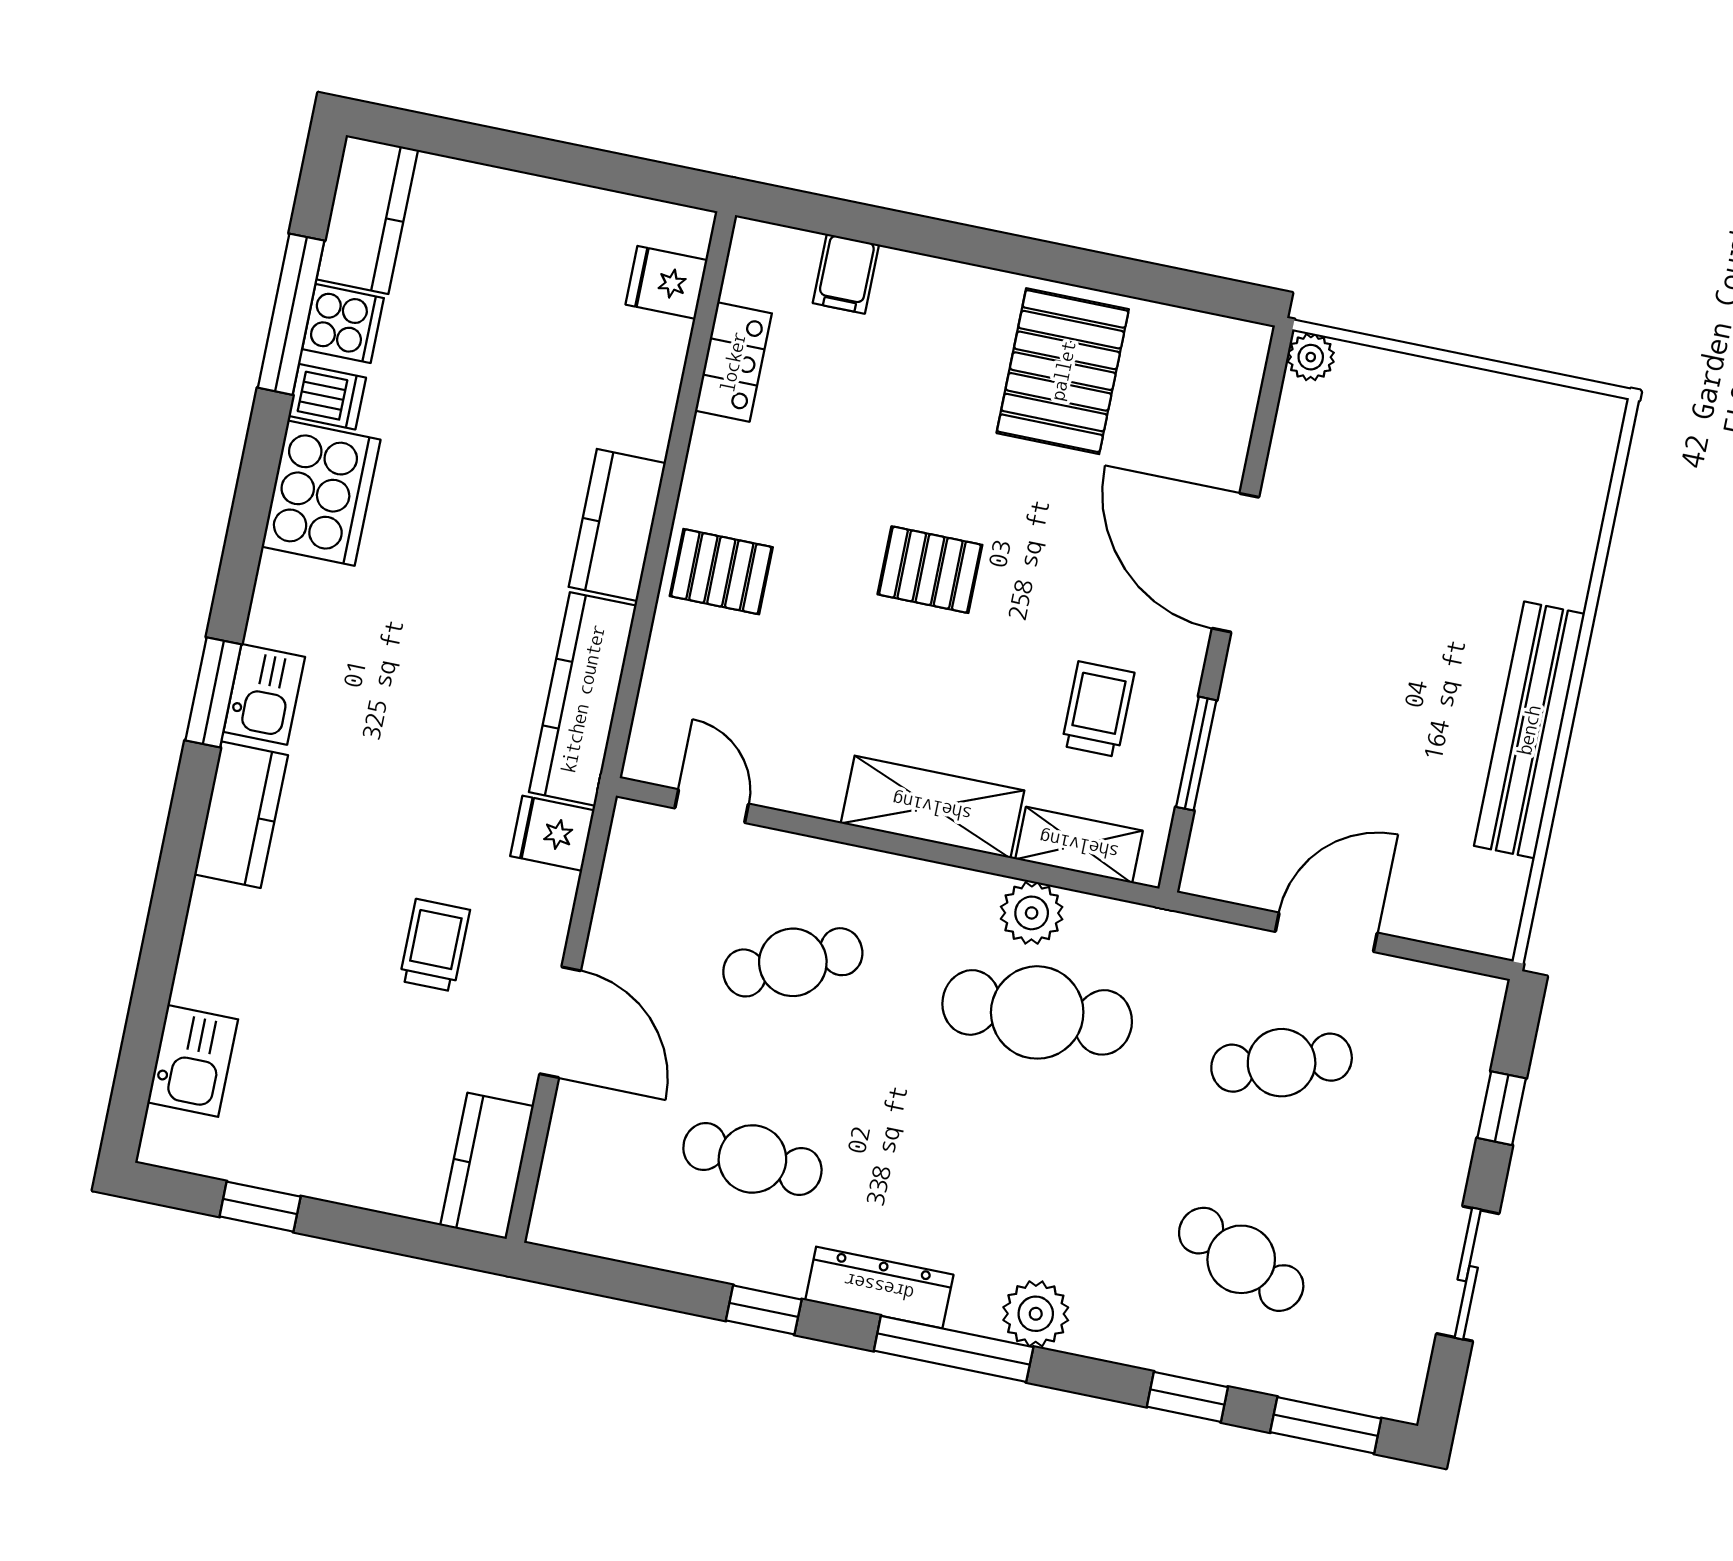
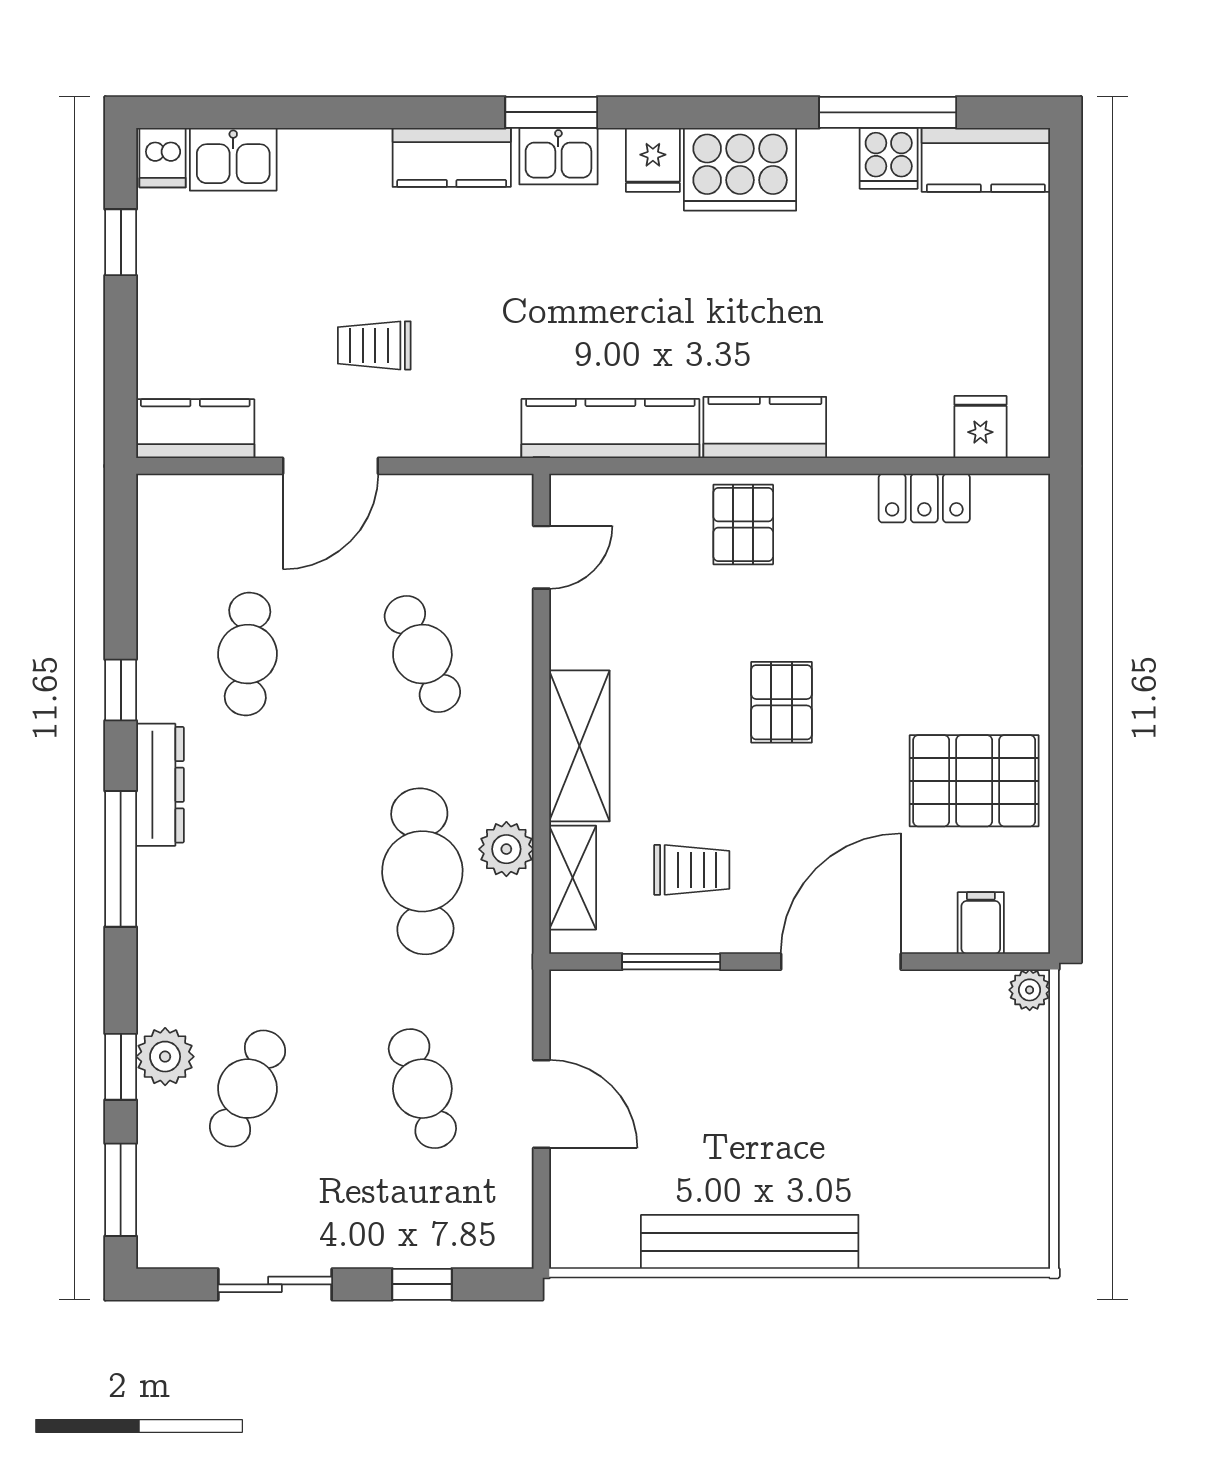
filing cabinet: (846, 274) -> (981, 923), moved, turned 90
dishwasher: (327, 397) -> (163, 158), moved
fridge: (552, 833) -> (653, 160), moved, turned 180
trolley: (435, 945) -> (374, 345), turned 180
plant: (1036, 1314) -> (165, 1057), moved

